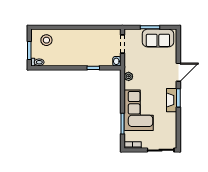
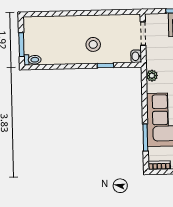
stool: (46, 40) -> (93, 44), moved

